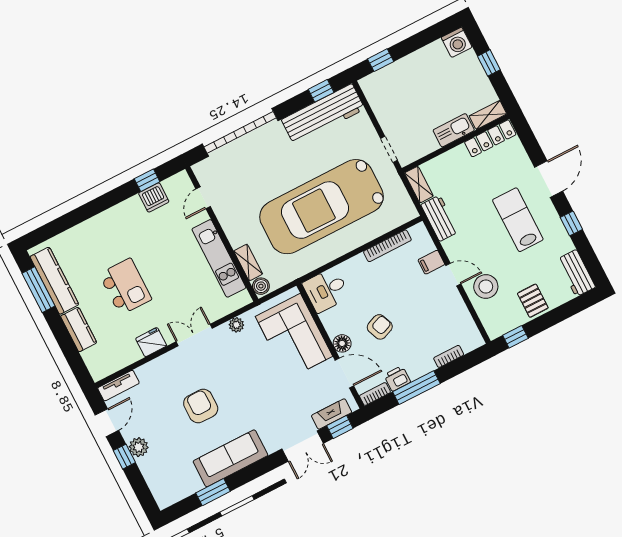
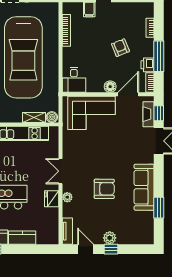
plant: (236, 325) -> (67, 197), moved
armchair: (380, 327) -> (120, 48), moved
armchair: (201, 406) -> (104, 189), turned 180

